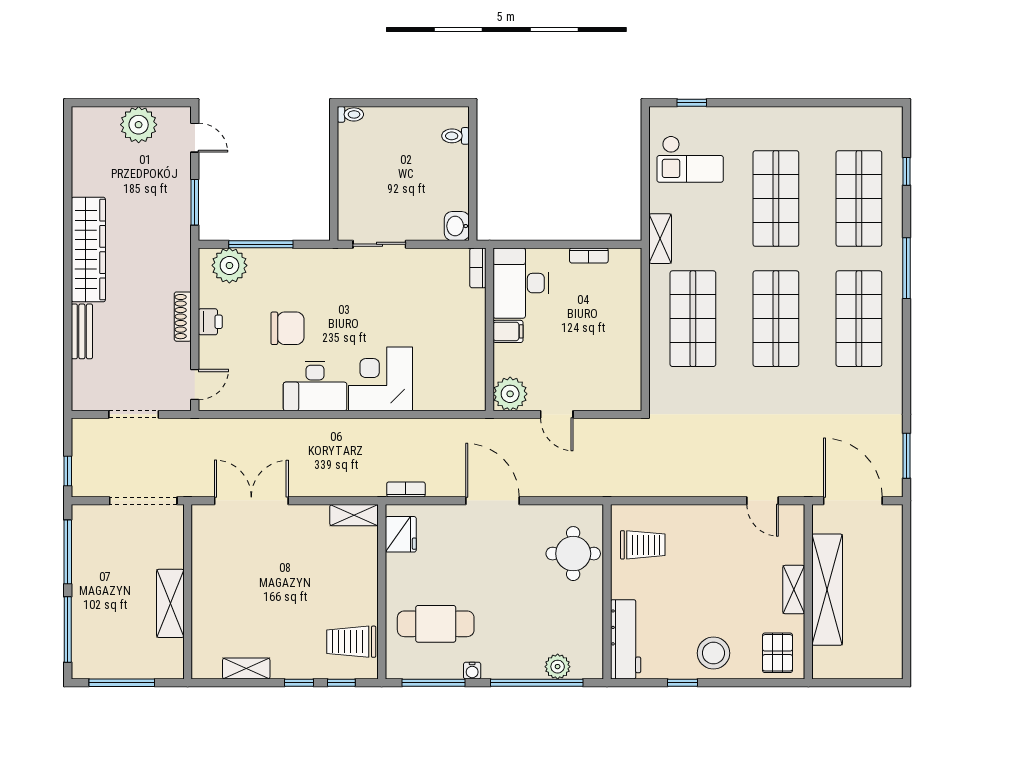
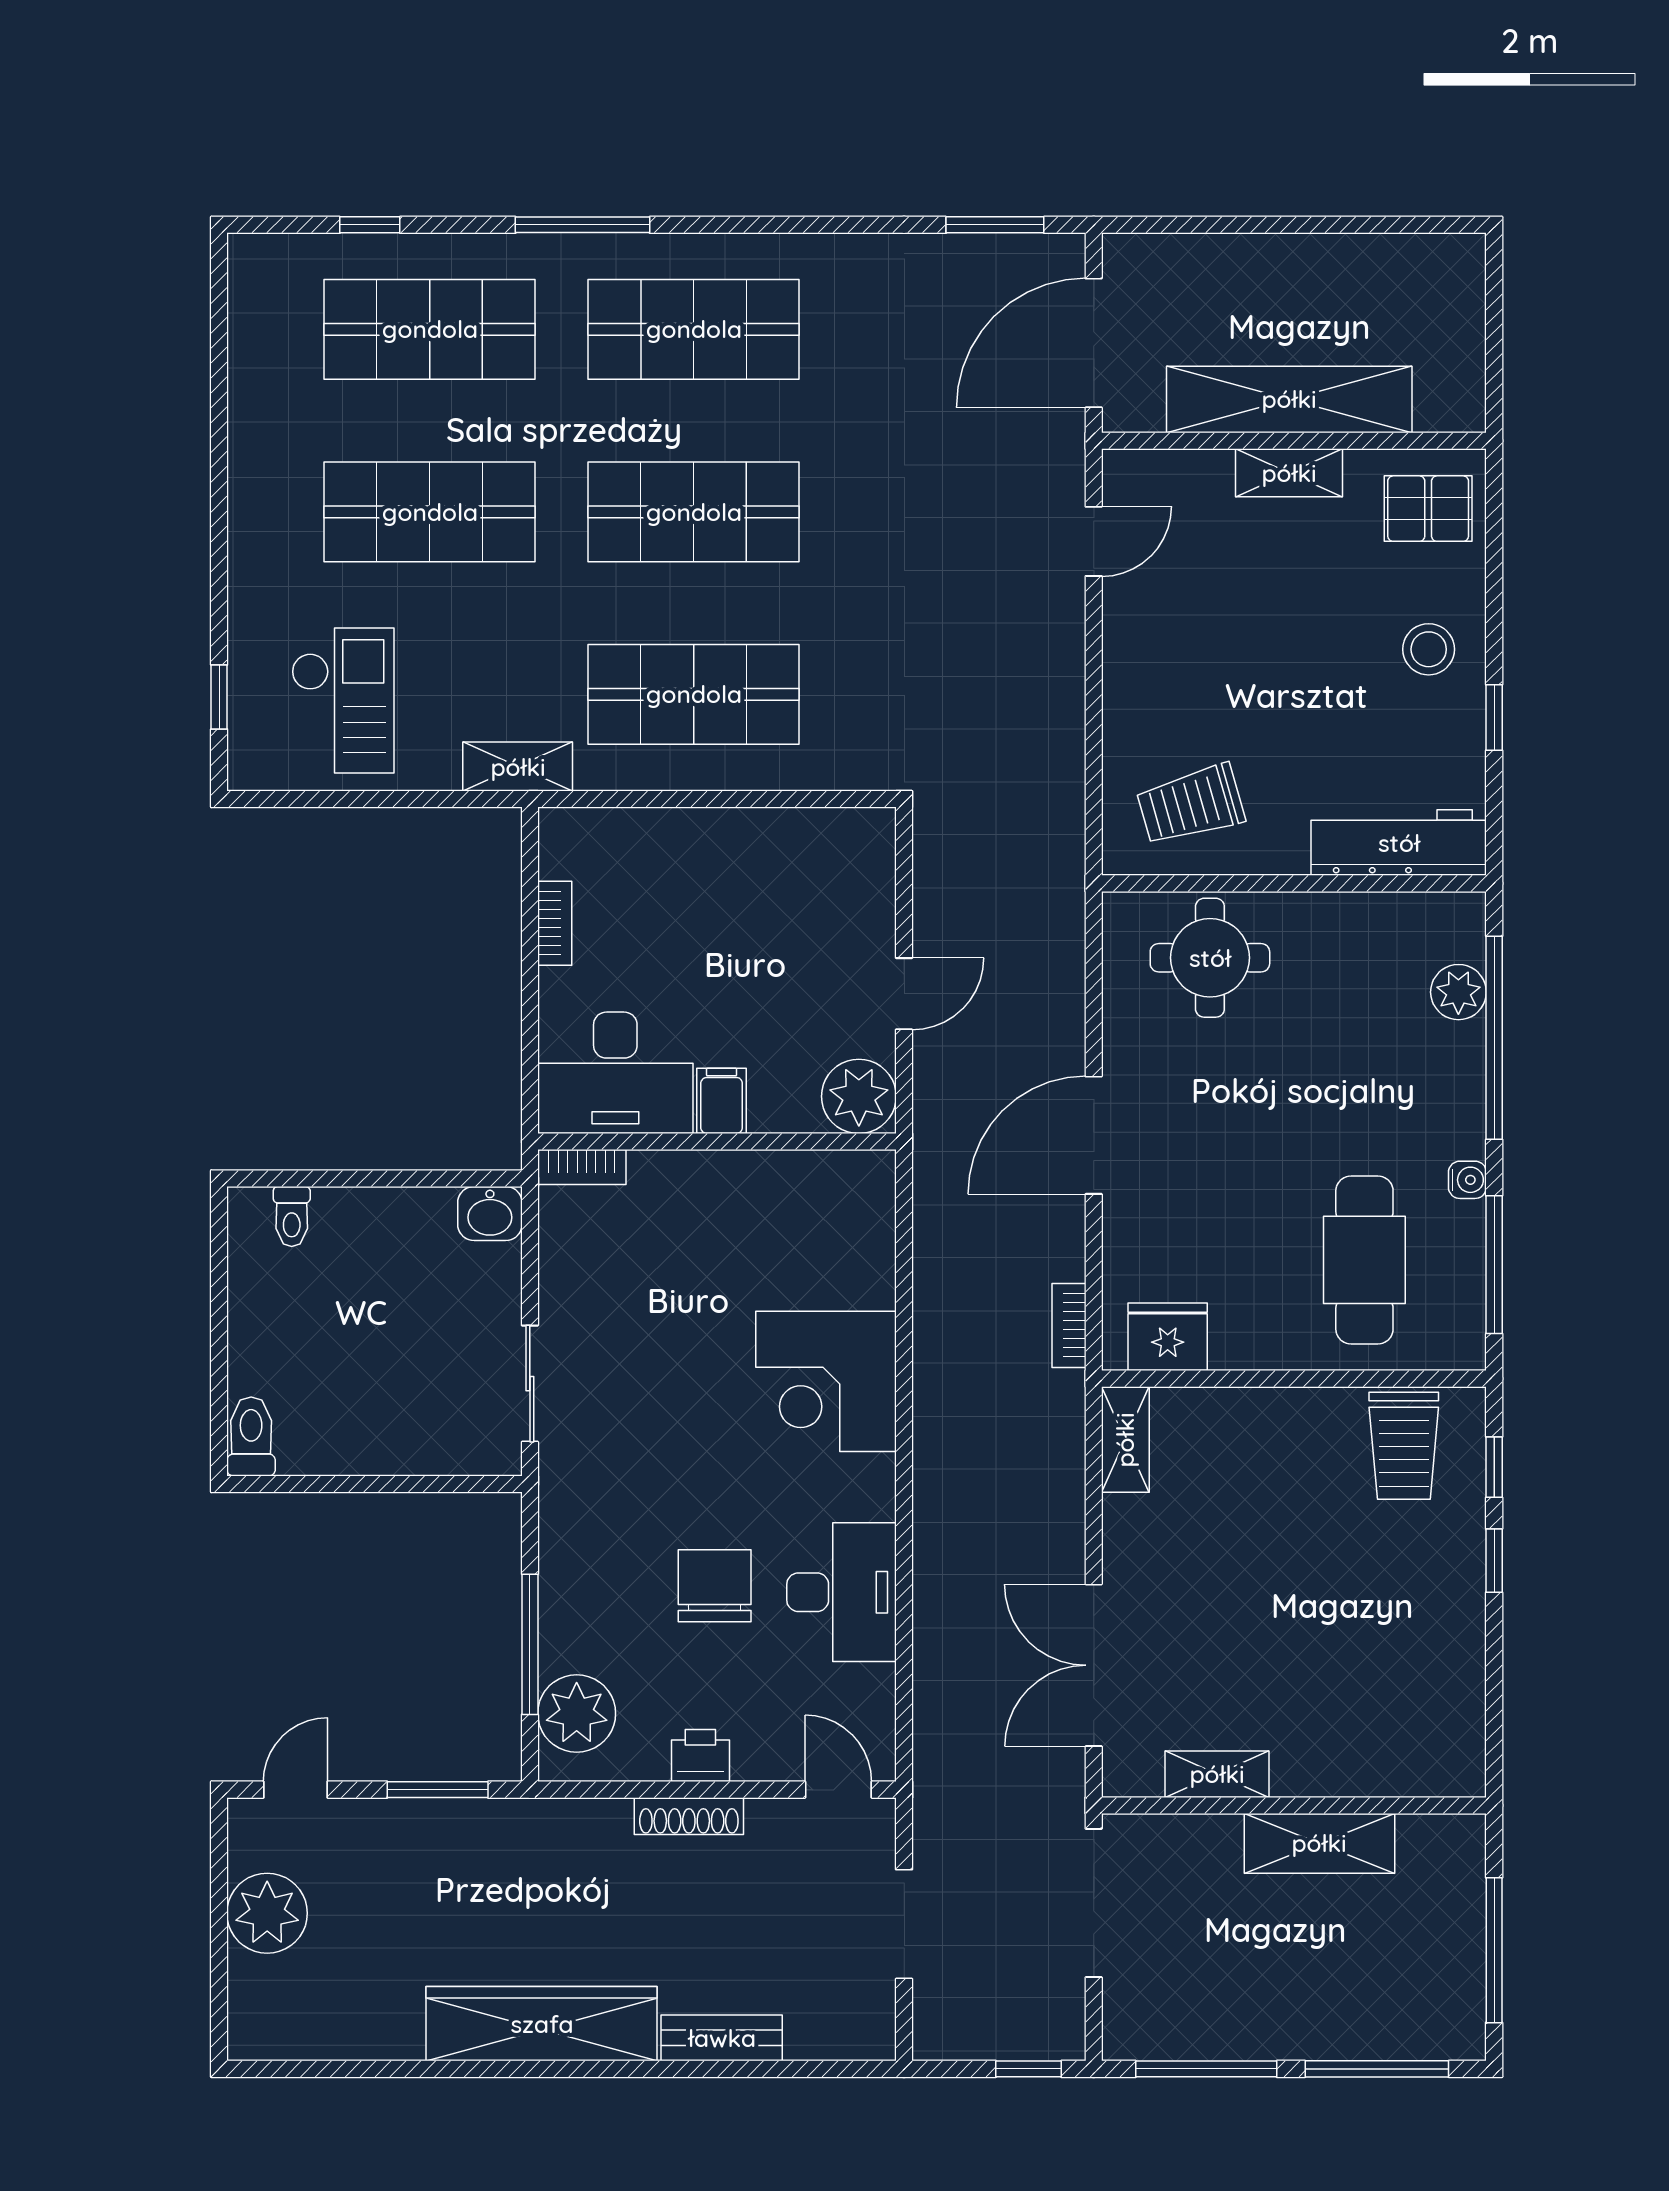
toilet: (350, 114) -> (251, 1436), width x1.37, depth x1.39
desk: (315, 386) -> (842, 1592), moved
trolley: (643, 545) -> (1191, 805), turned -106
stool: (713, 653) -> (1429, 649), width x0.73, depth x0.73
shelving: (246, 669) -> (1217, 1774), moved, turned 90

